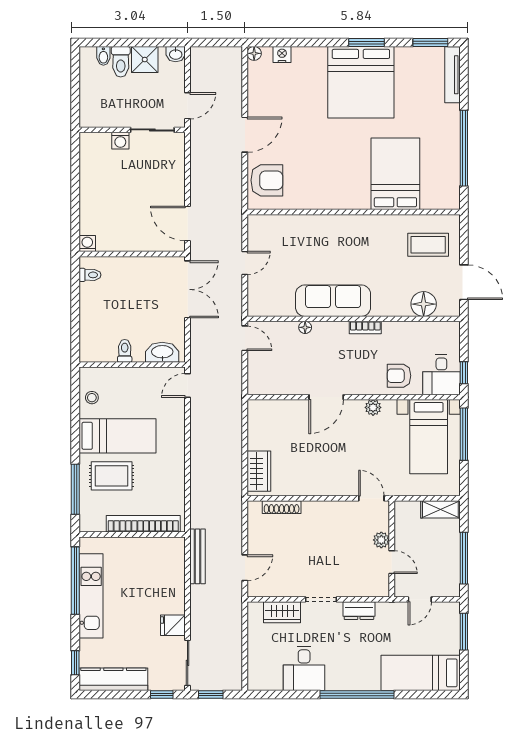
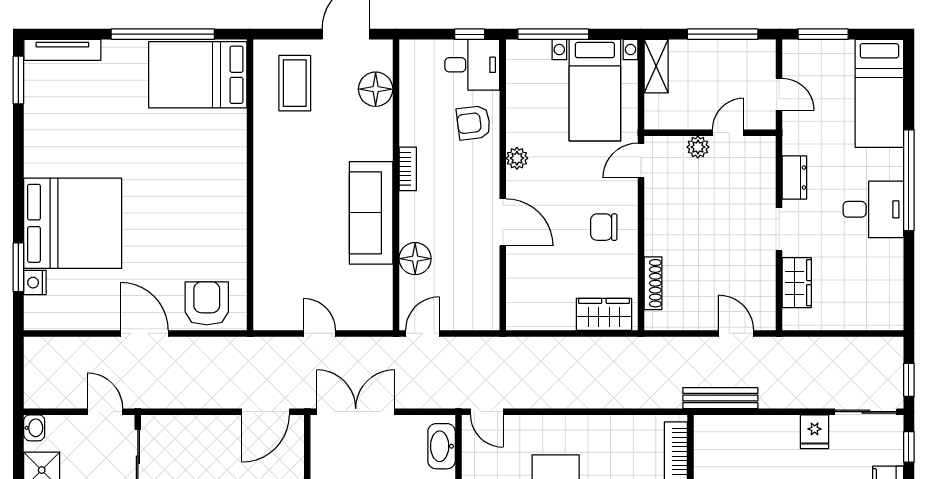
window: (366, 43) -> (18, 267), moved
floor lamp: (254, 53) -> (33, 321), removed
bed: (361, 82) -> (73, 223), moved
bed: (395, 174) -> (198, 75), moved
floor lamp: (305, 327) -> (415, 259), width x1.89, depth x1.89
armchair: (399, 376) -> (474, 123), turned 83
bed with nightstands: (429, 437) -> (595, 90), moved, turned 90
chair: (323, 471) -> (604, 227), added
desk: (304, 668) -> (873, 209), moved

